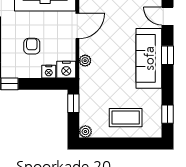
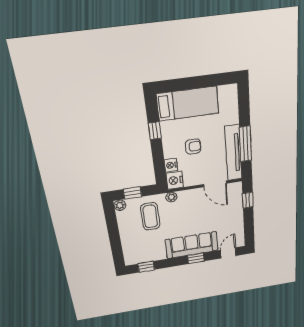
plant: (85, 61) -> (171, 197), moved
window: (73, 103) -> (132, 193), moved
coffee table: (126, 118) -> (150, 216), moved

